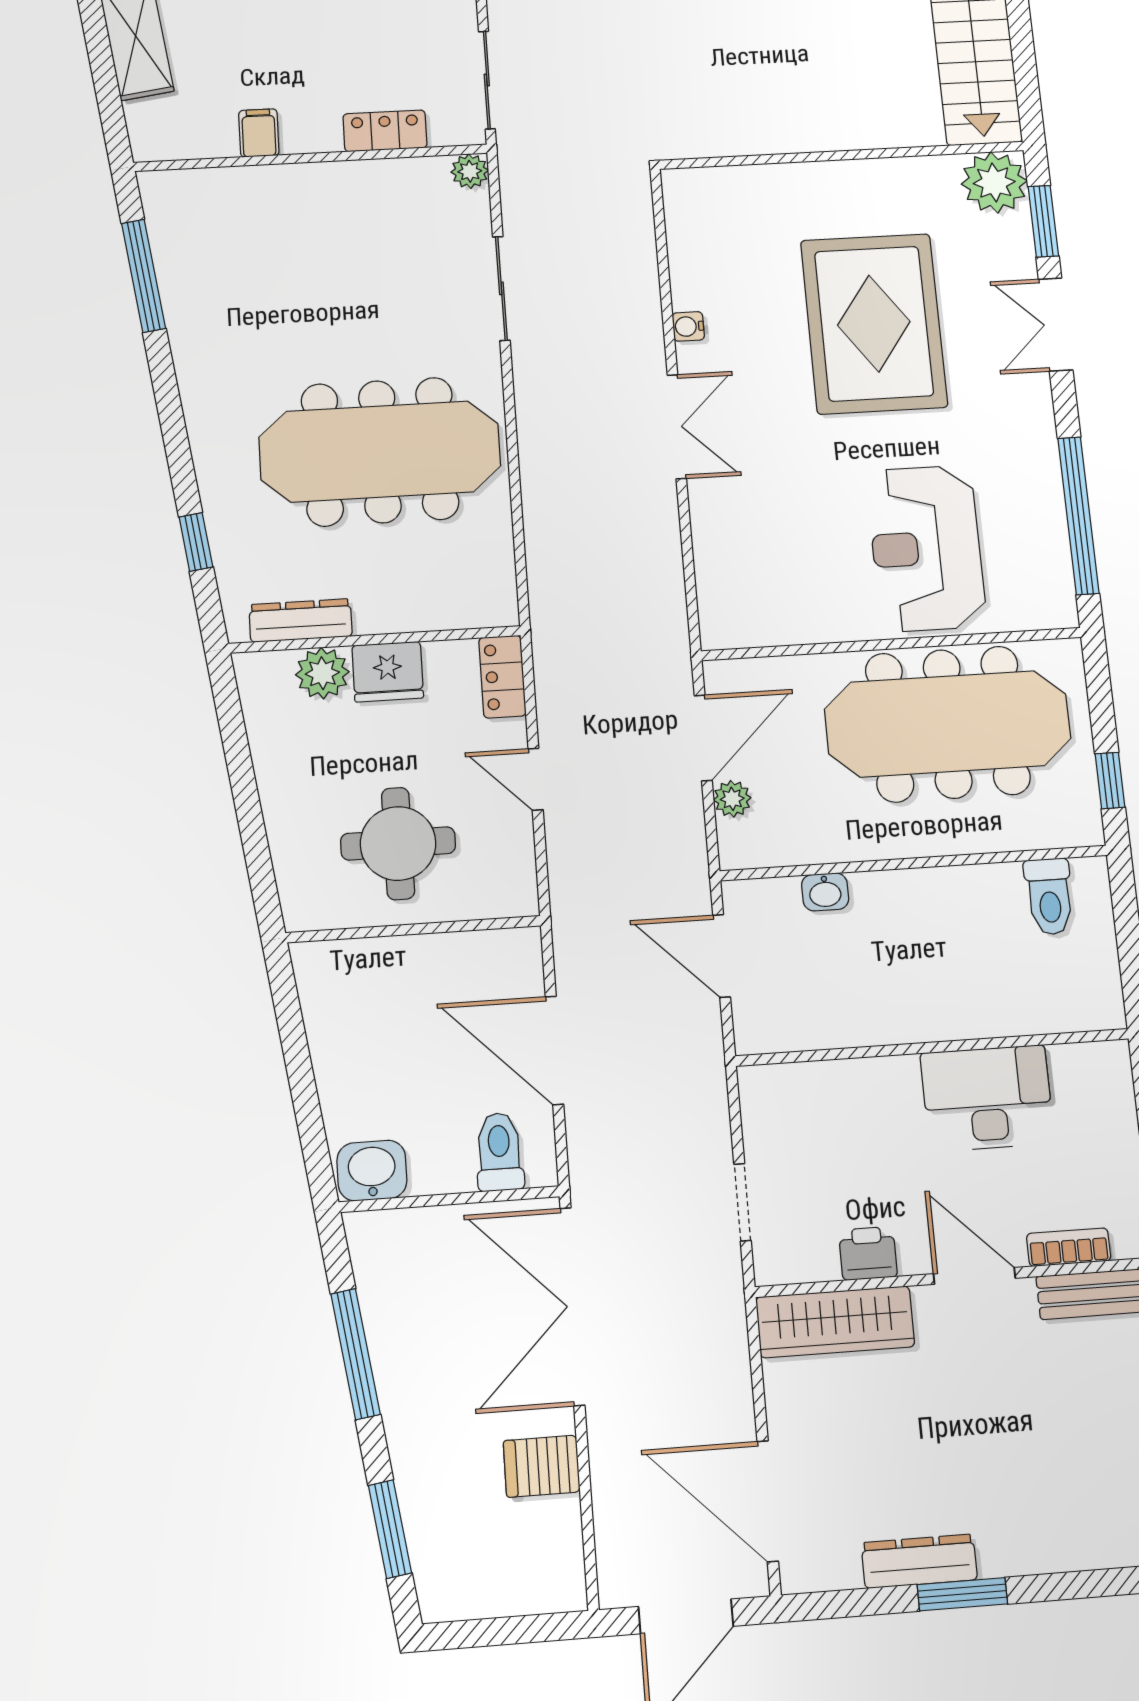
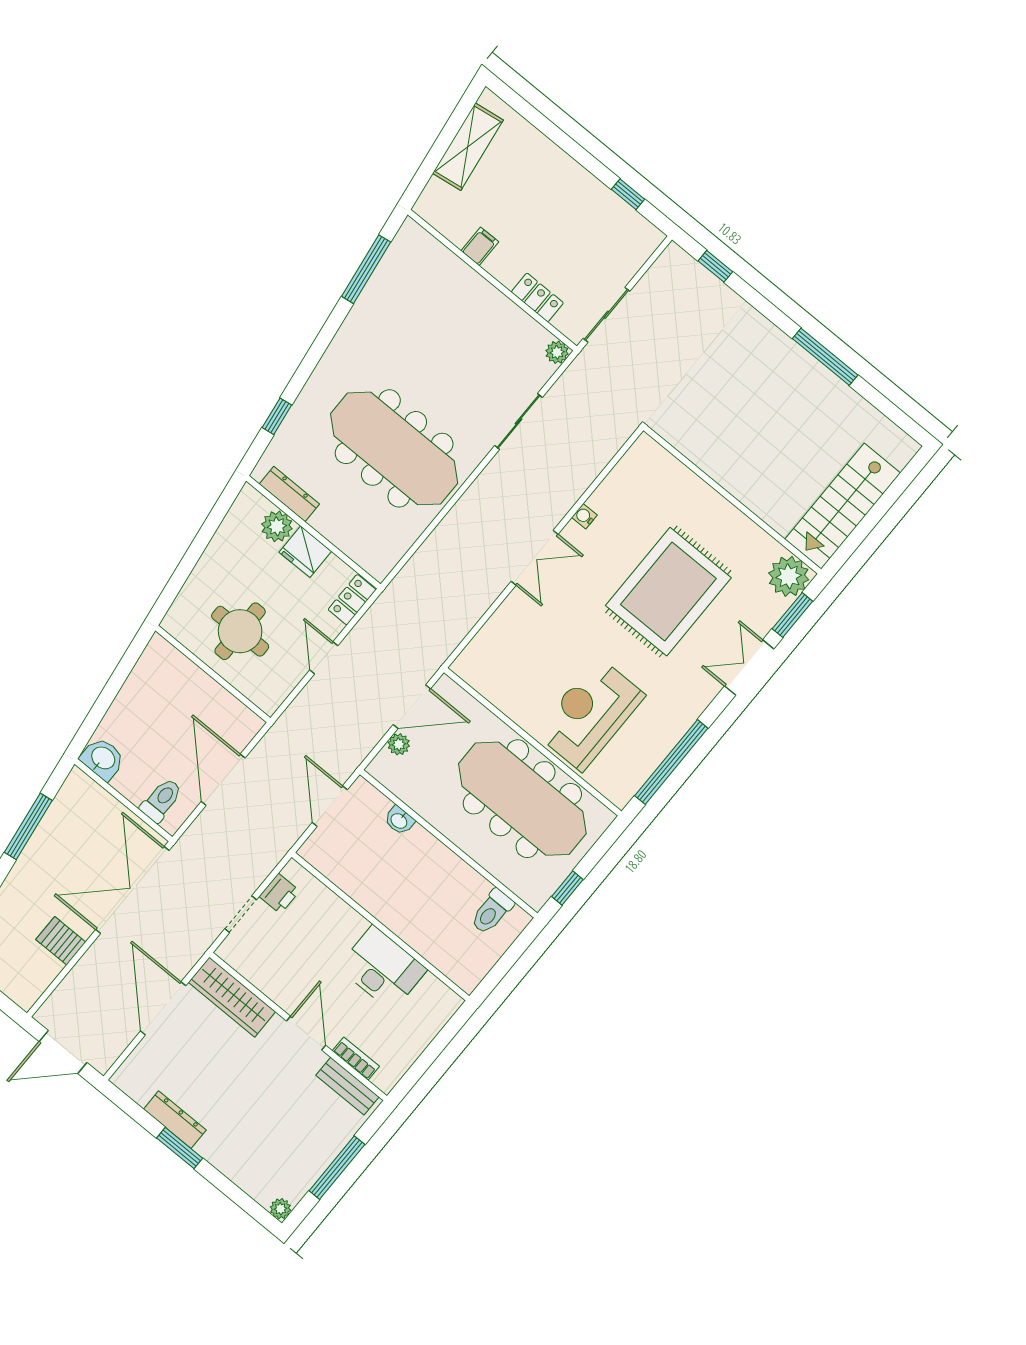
printer: (868, 1253) -> (279, 894), moved, turned 90
door: (768, 1501) -> (163, 1008), moved

